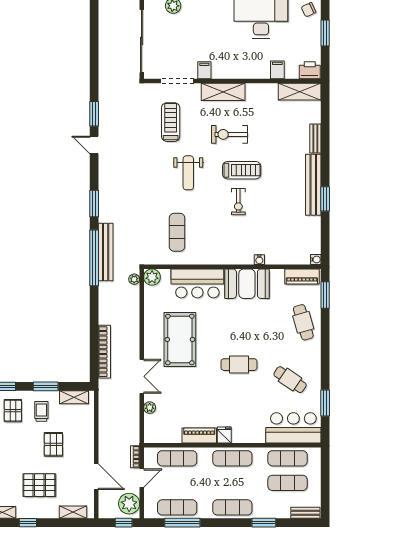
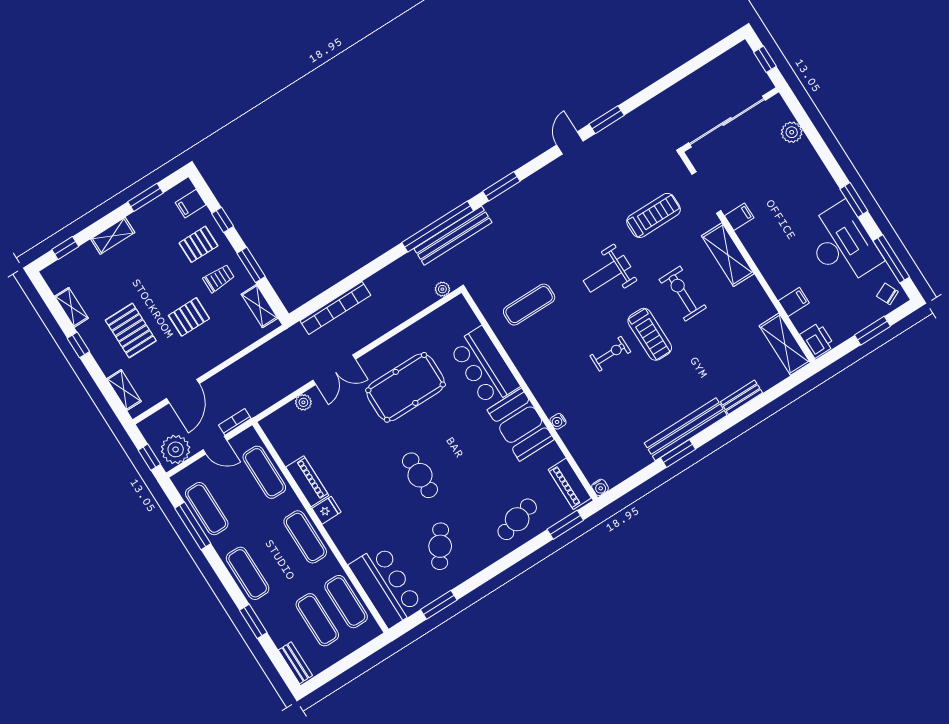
exercise bike: (238, 202) -> (610, 354), turned 180
plant: (152, 277) -> (458, 309), removed

